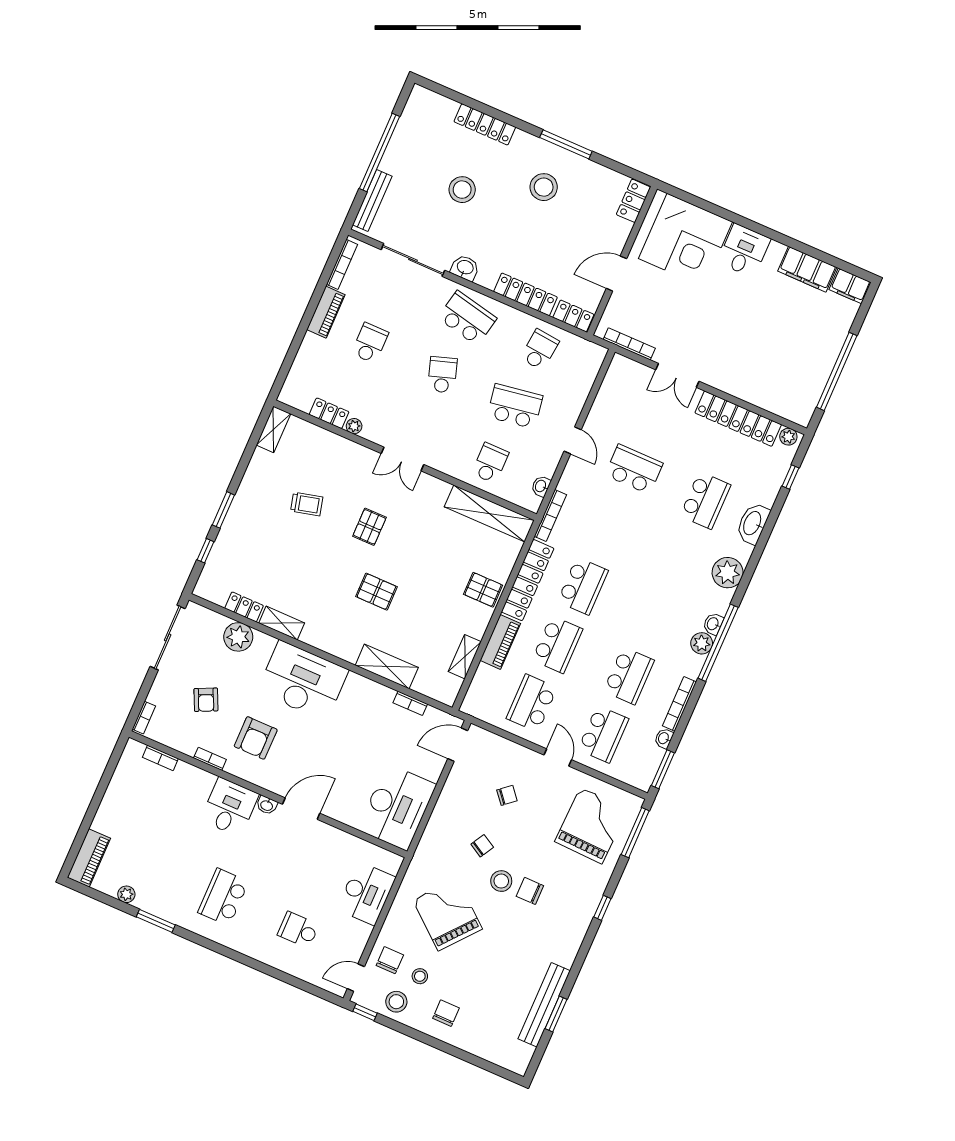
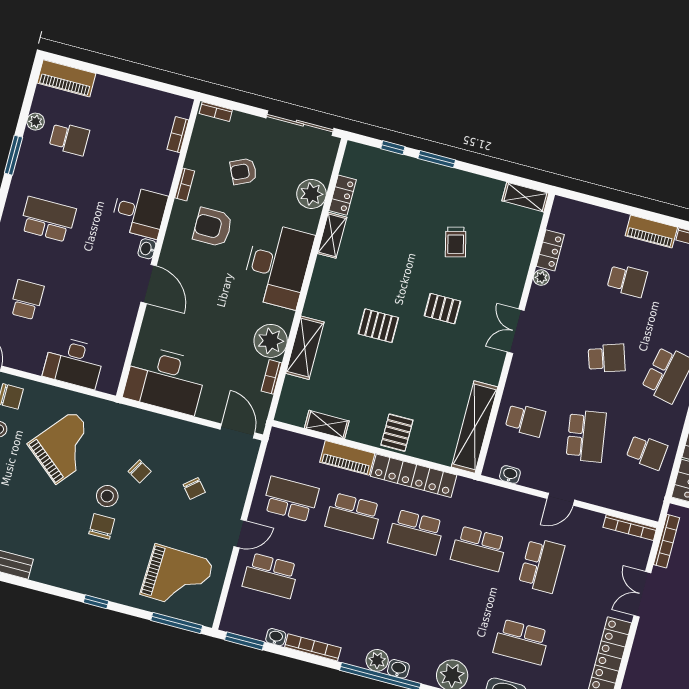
bookcase: (550, 516) -> (630, 528), moved
pallet: (376, 592) -> (378, 326), turned 90
school desk: (629, 676) -> (479, 549), moved
plant: (375, 699) -> (271, 341), added
school desk: (148, 864) -> (69, 139), added

